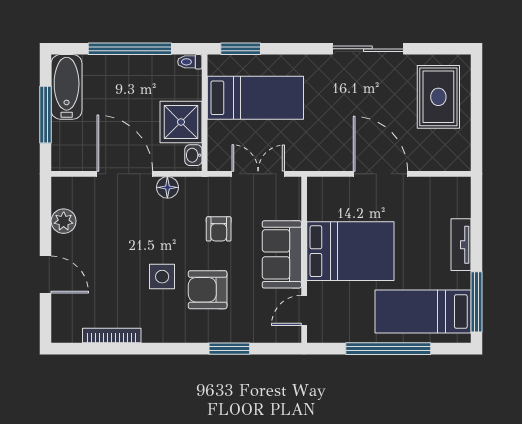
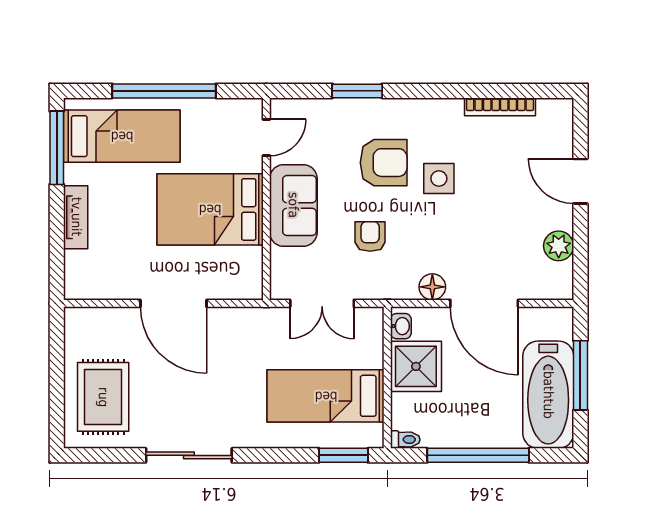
bathtub: (67, 87) -> (548, 395), width x1.36, depth x1.36

